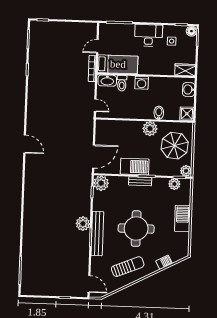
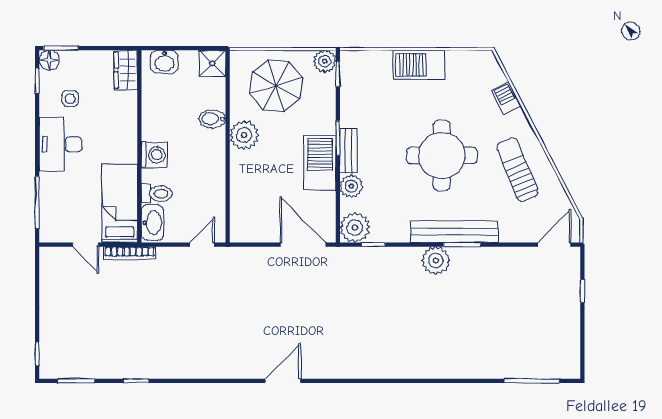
plant: (174, 184) -> (351, 186), moved

